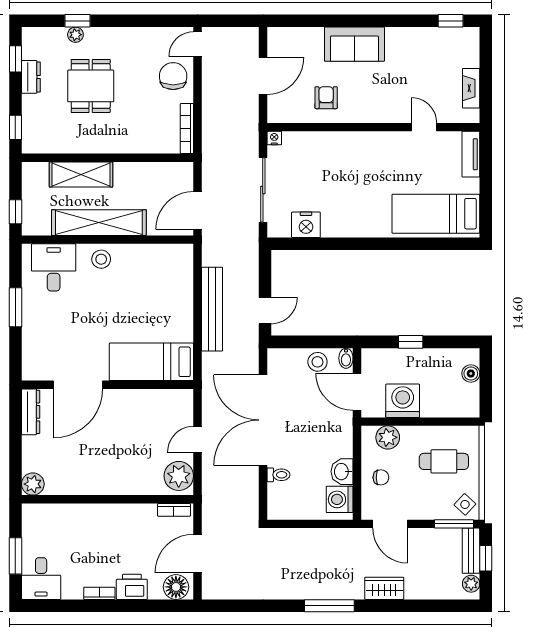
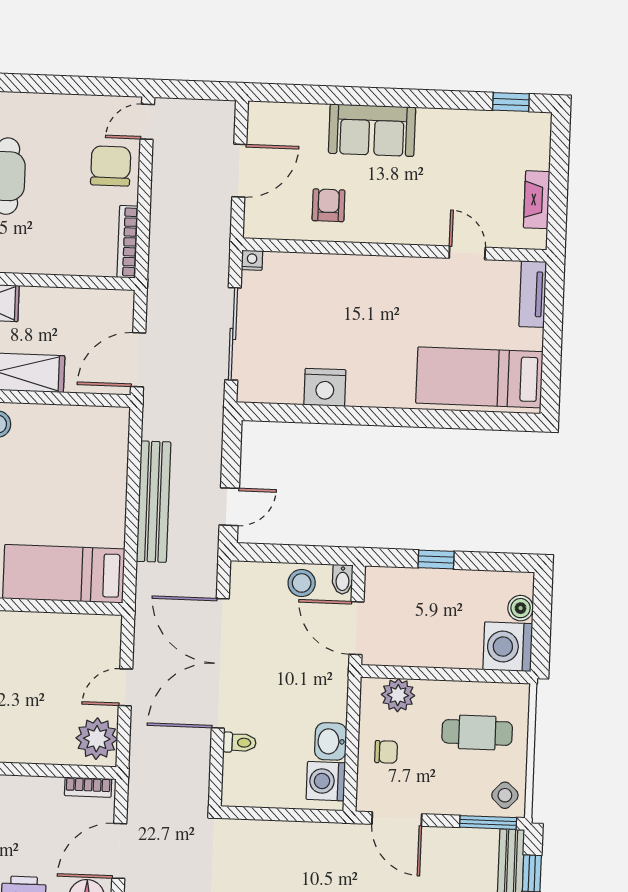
nightstand: (306, 225) -> (325, 387), moved
washing machine: (403, 401) -> (508, 647), moved, turned -90

